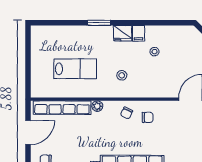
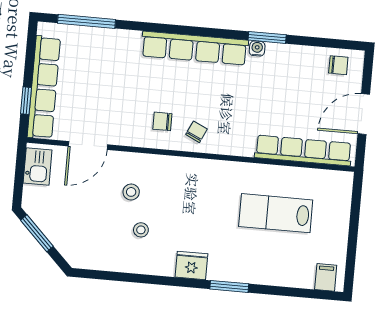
filing cabinet: (139, 33) -> (326, 277), moved
stool: (122, 75) -> (131, 192), moved
plant: (97, 106) -> (244, 148), removed

